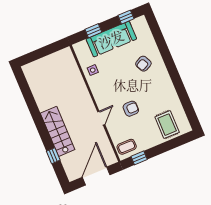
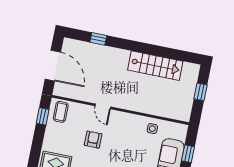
window: (41, 53) -> (200, 92), added
armchair: (131, 109) -> (93, 140), turned 180
stairs: (58, 131) -> (155, 66), moved

